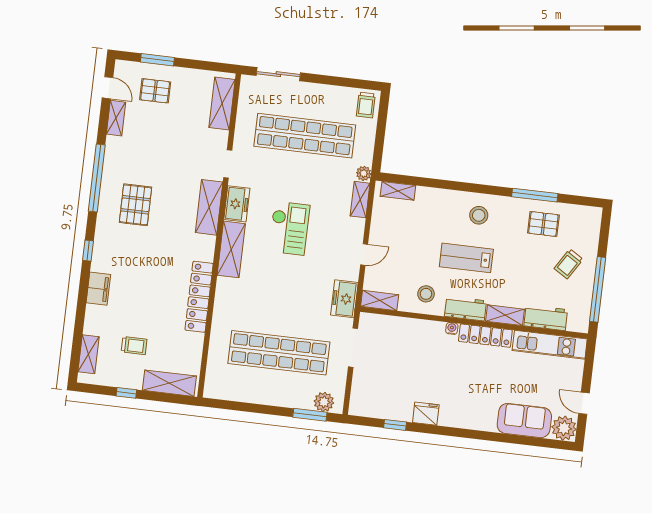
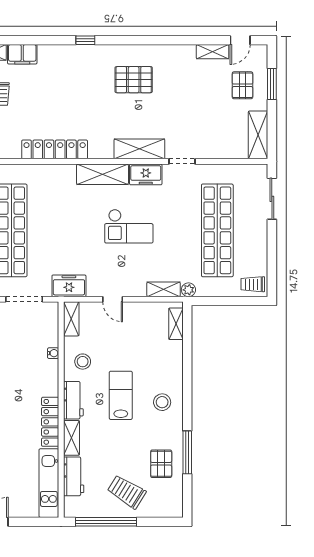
shelving: (222, 104) -> (258, 135), moved, turned 90
window: (97, 178) -> (154, 40), removed
trolley: (569, 264) -> (127, 492), width x1.36, depth x1.39
filing cabinet: (98, 289) -> (22, 54), moved
water cooler: (452, 328) -> (53, 353), moved

